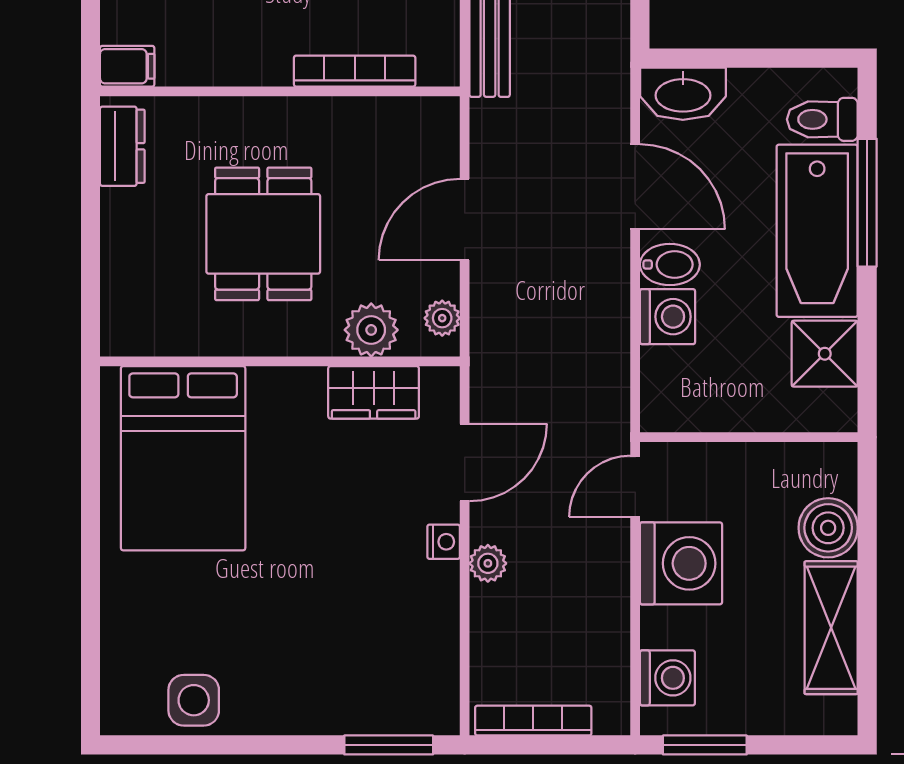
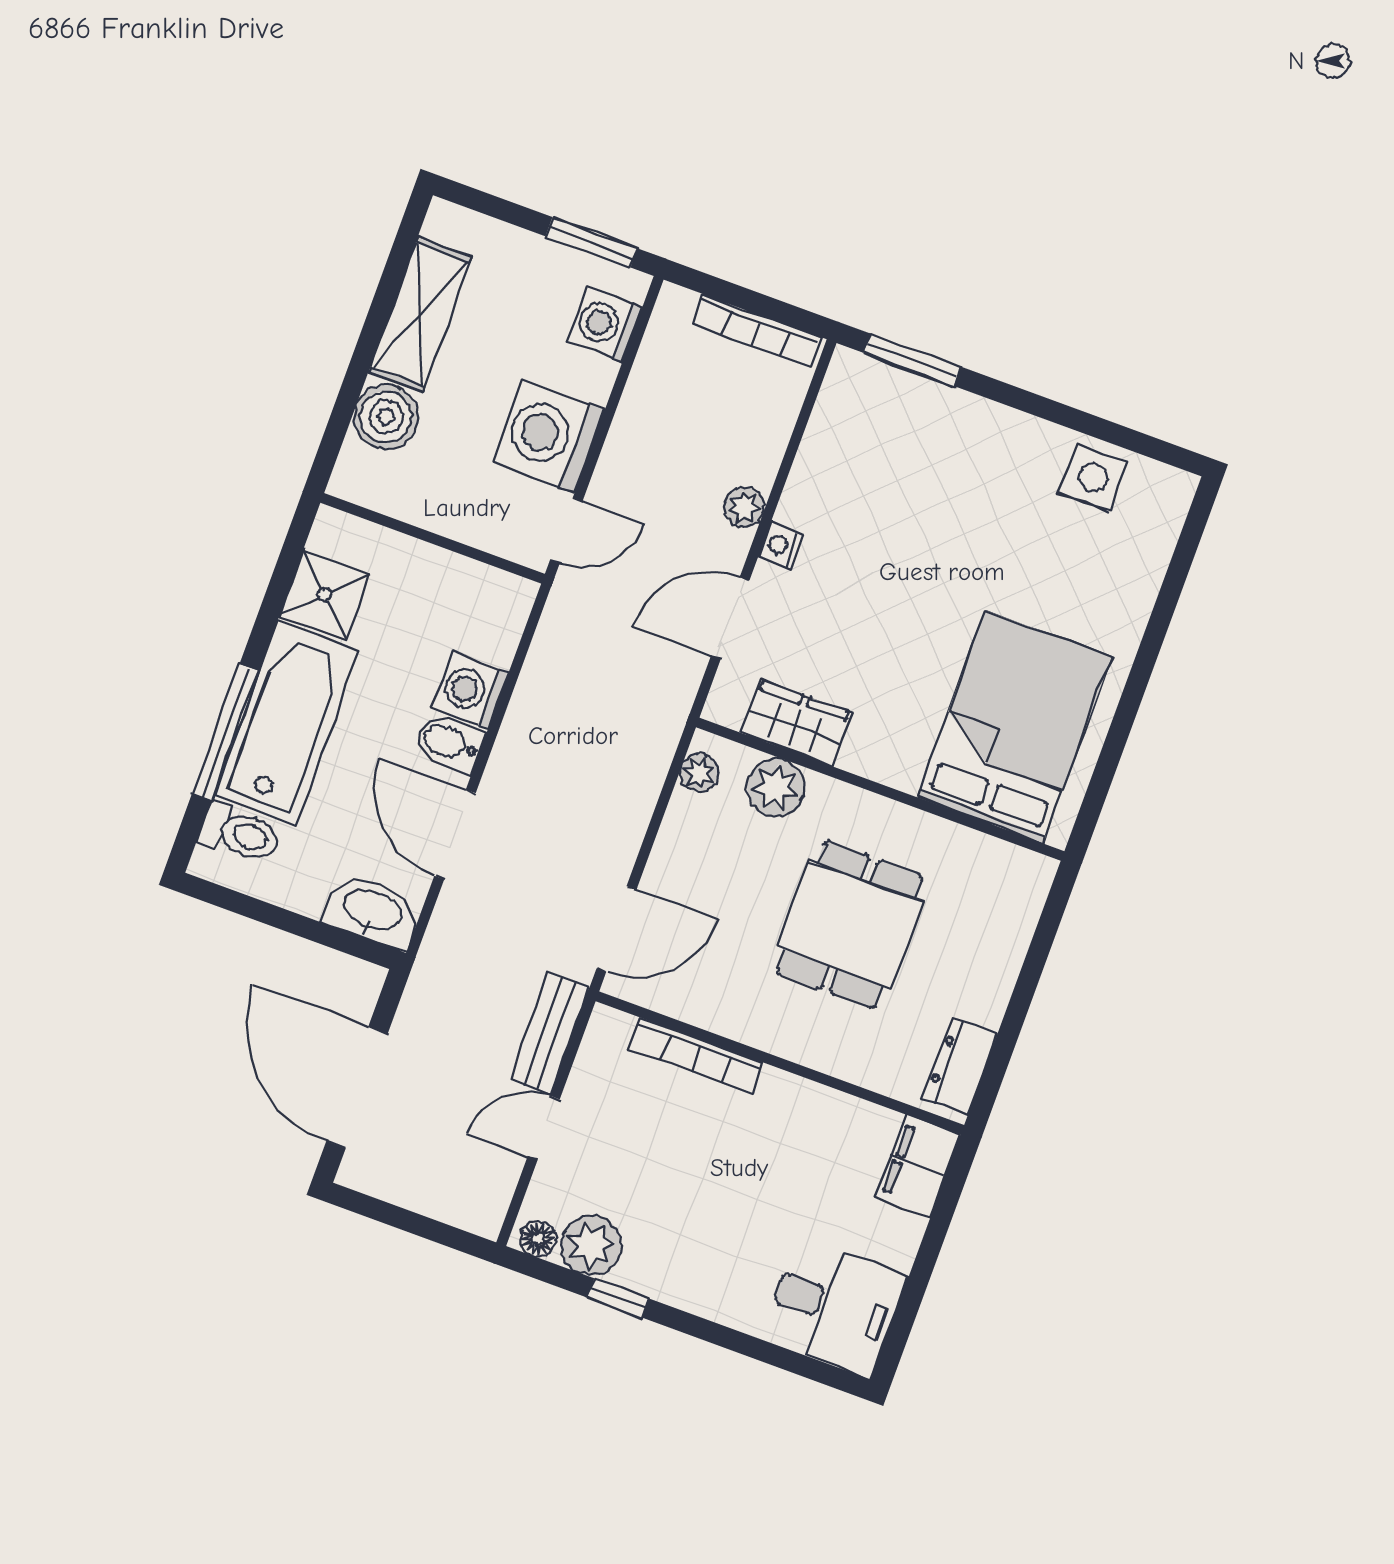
filing cabinet: (127, 66) -> (918, 1166), width x2.00
door: (465, 219) -> (616, 929), moved

